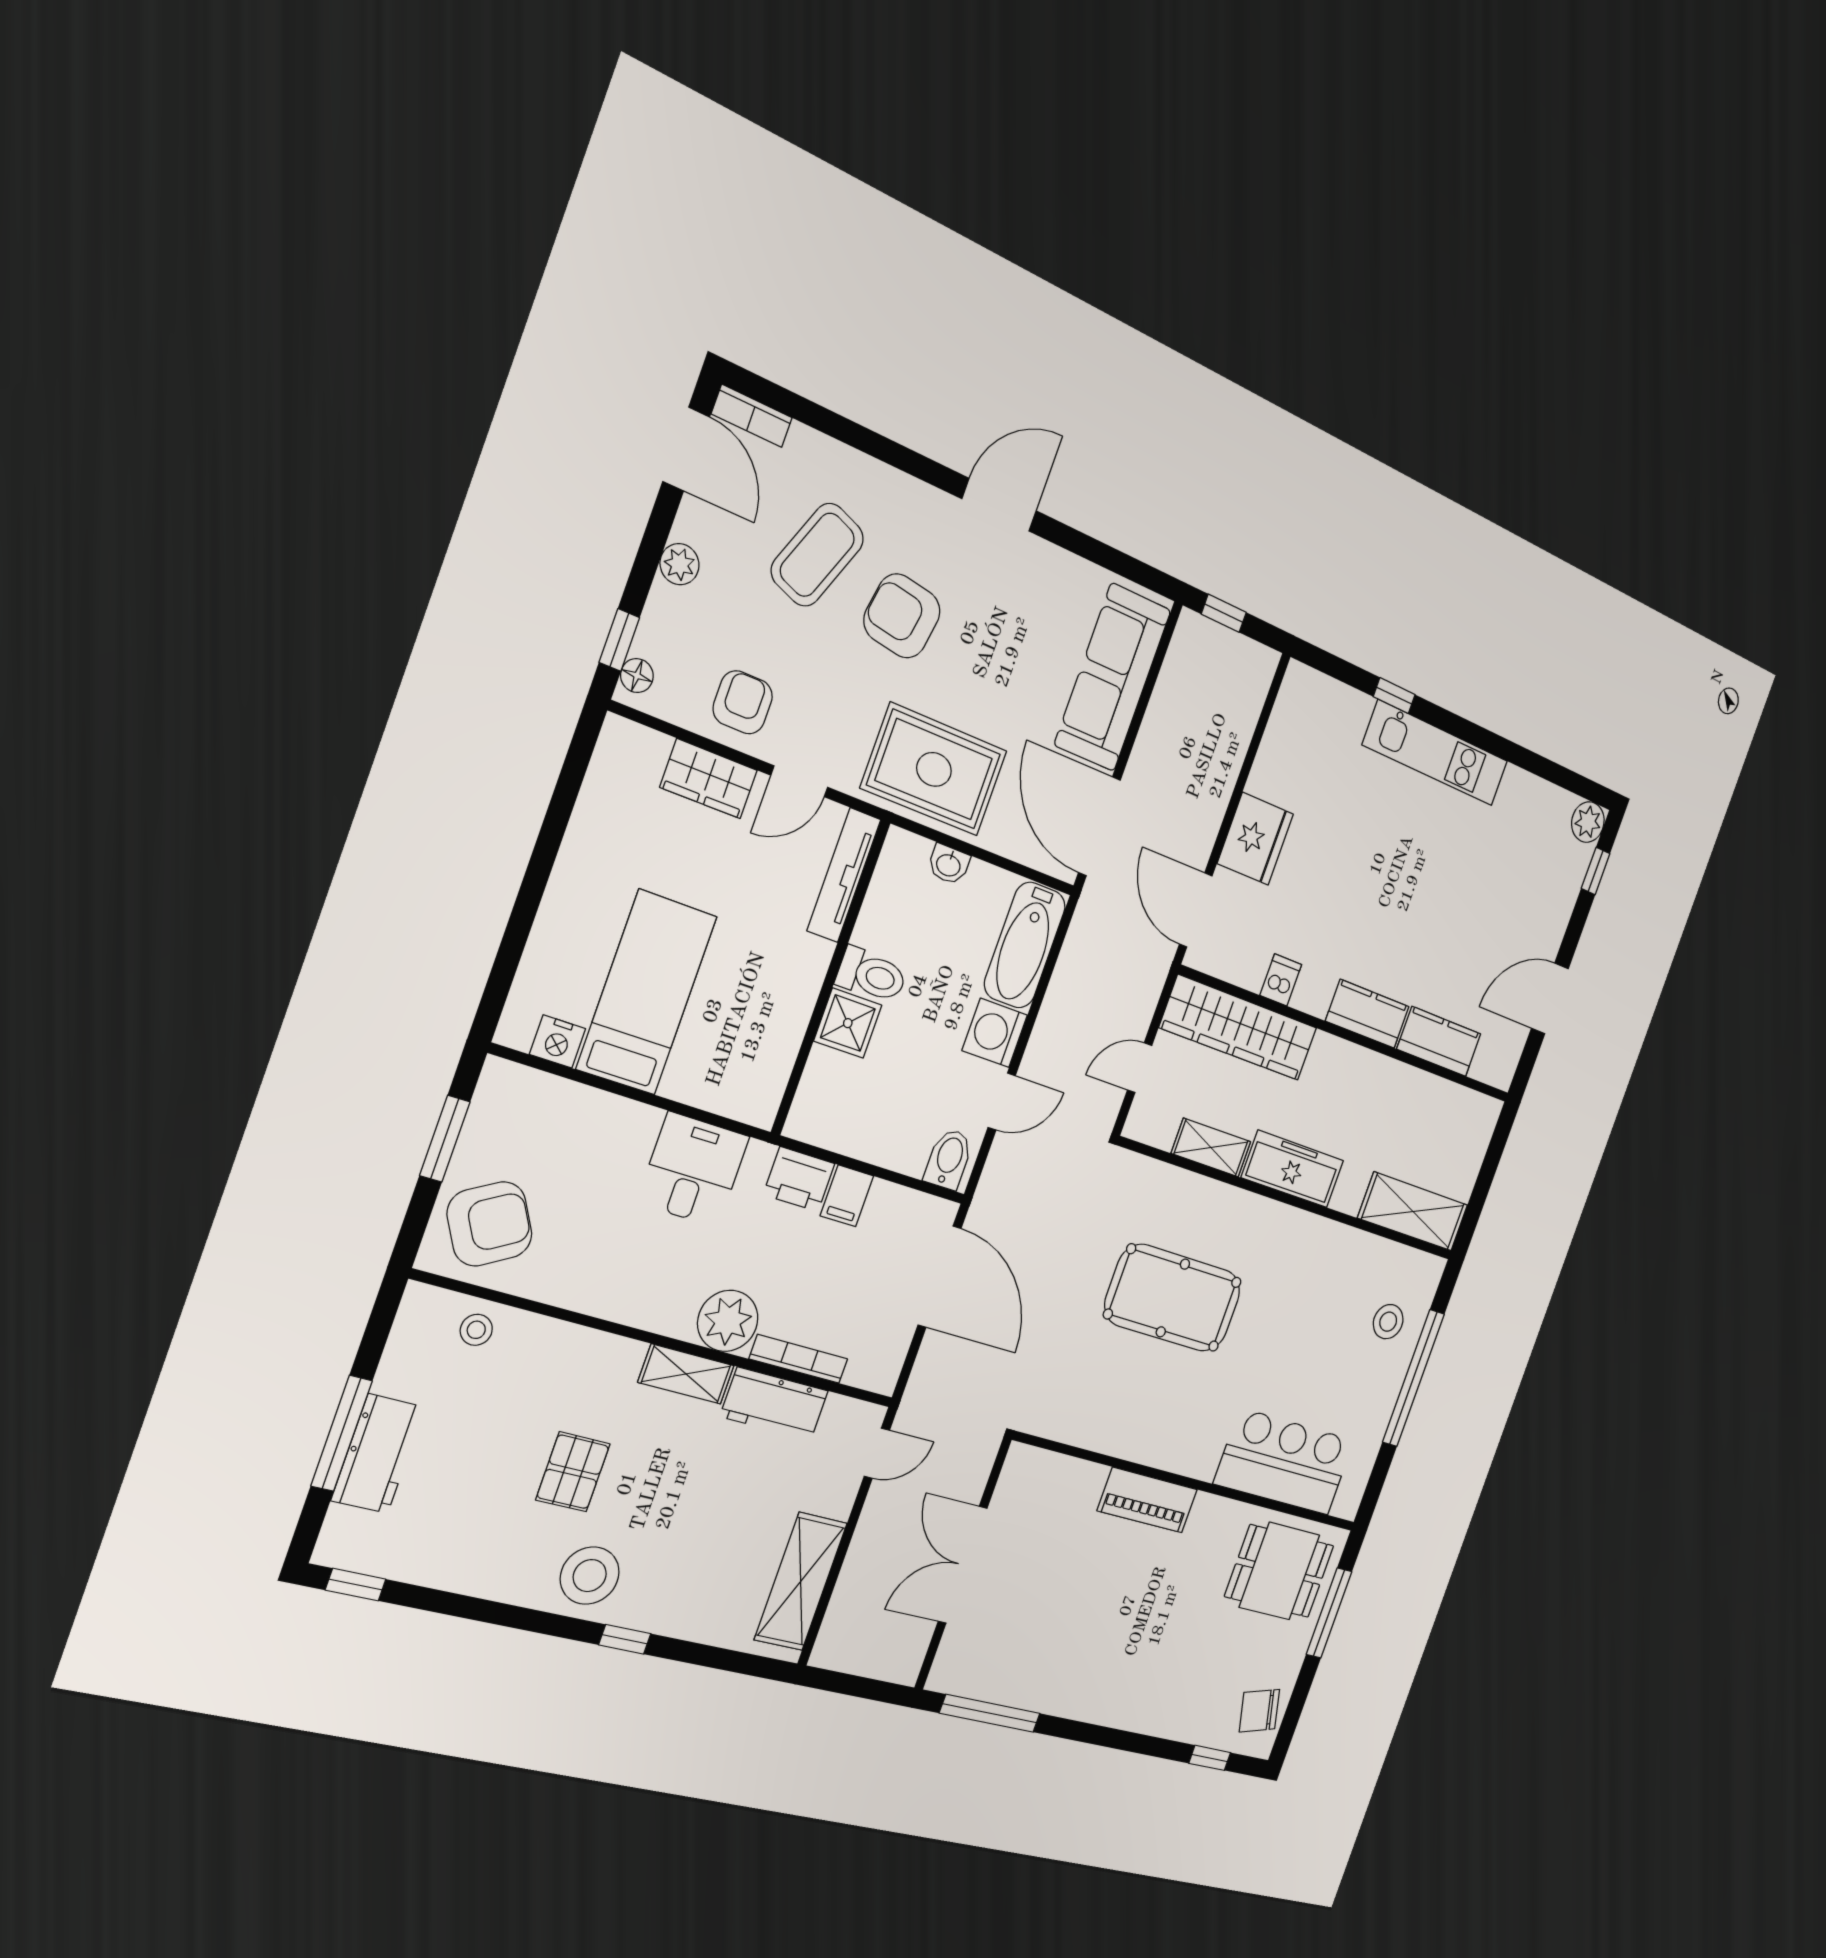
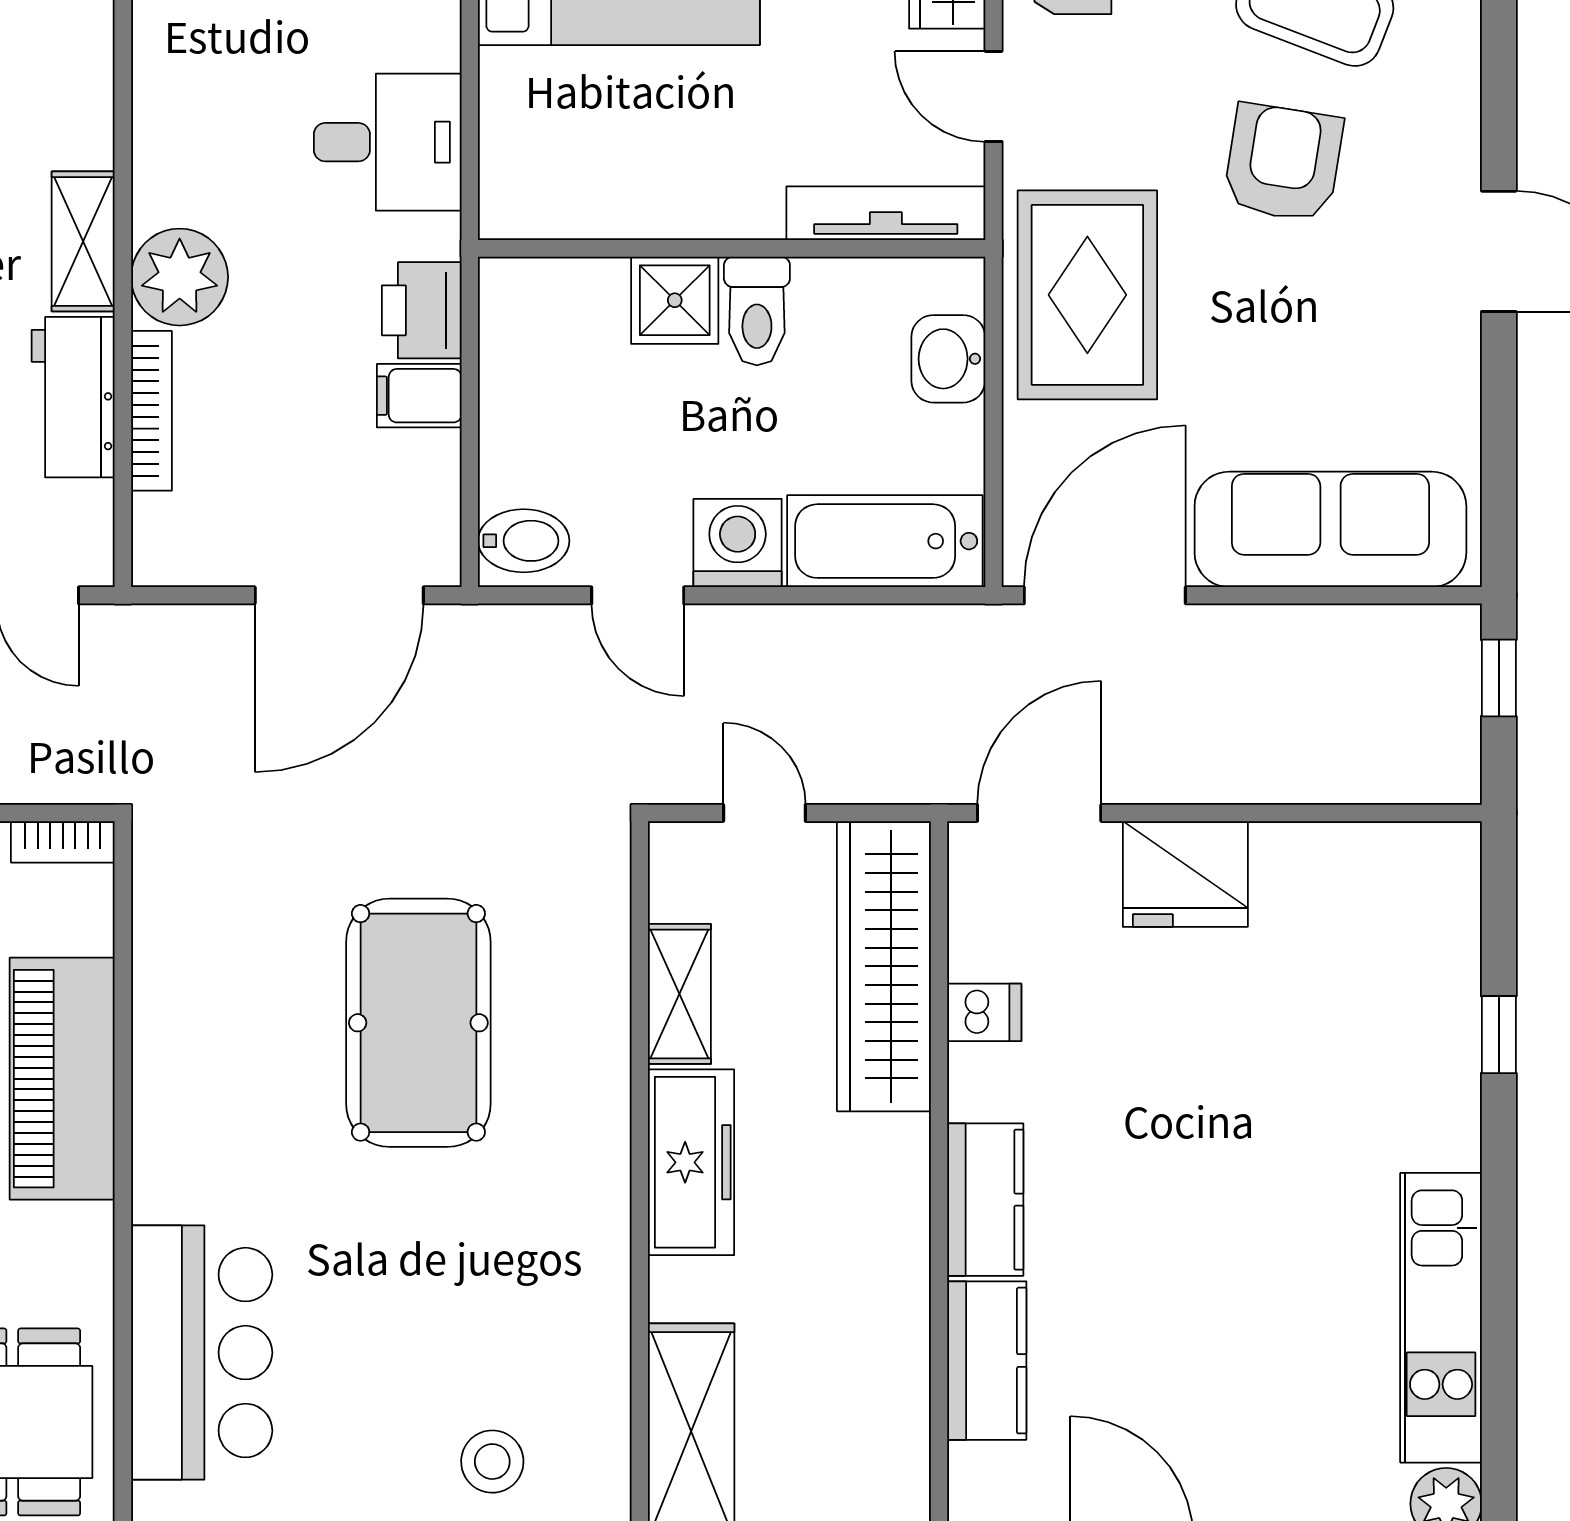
kitchen unit: (1436, 753) -> (1441, 1318), moved
washbasin: (949, 864) -> (948, 359), width x1.38, depth x1.45
bookcase: (1012, 1472) -> (63, 842), added
piano: (1147, 1500) -> (62, 1079), width x1.37, depth x1.33

